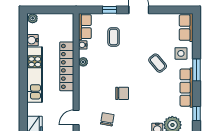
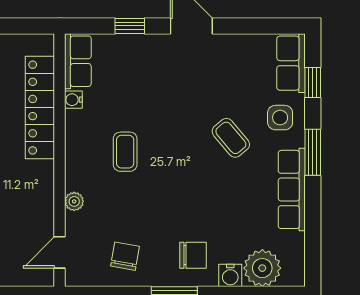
coffee table: (114, 37) -> (125, 152), moved
plant: (83, 62) -> (74, 201), moved
locker: (67, 66) -> (40, 108), moved
chair: (122, 93) -> (193, 255), moved
window: (196, 114) -> (313, 82), moved

